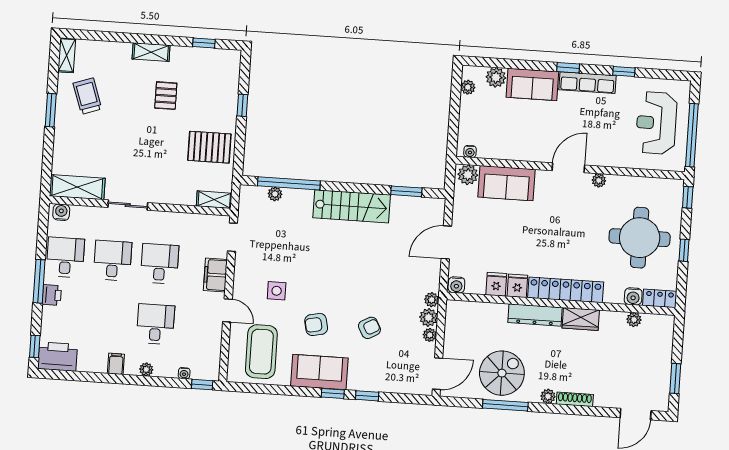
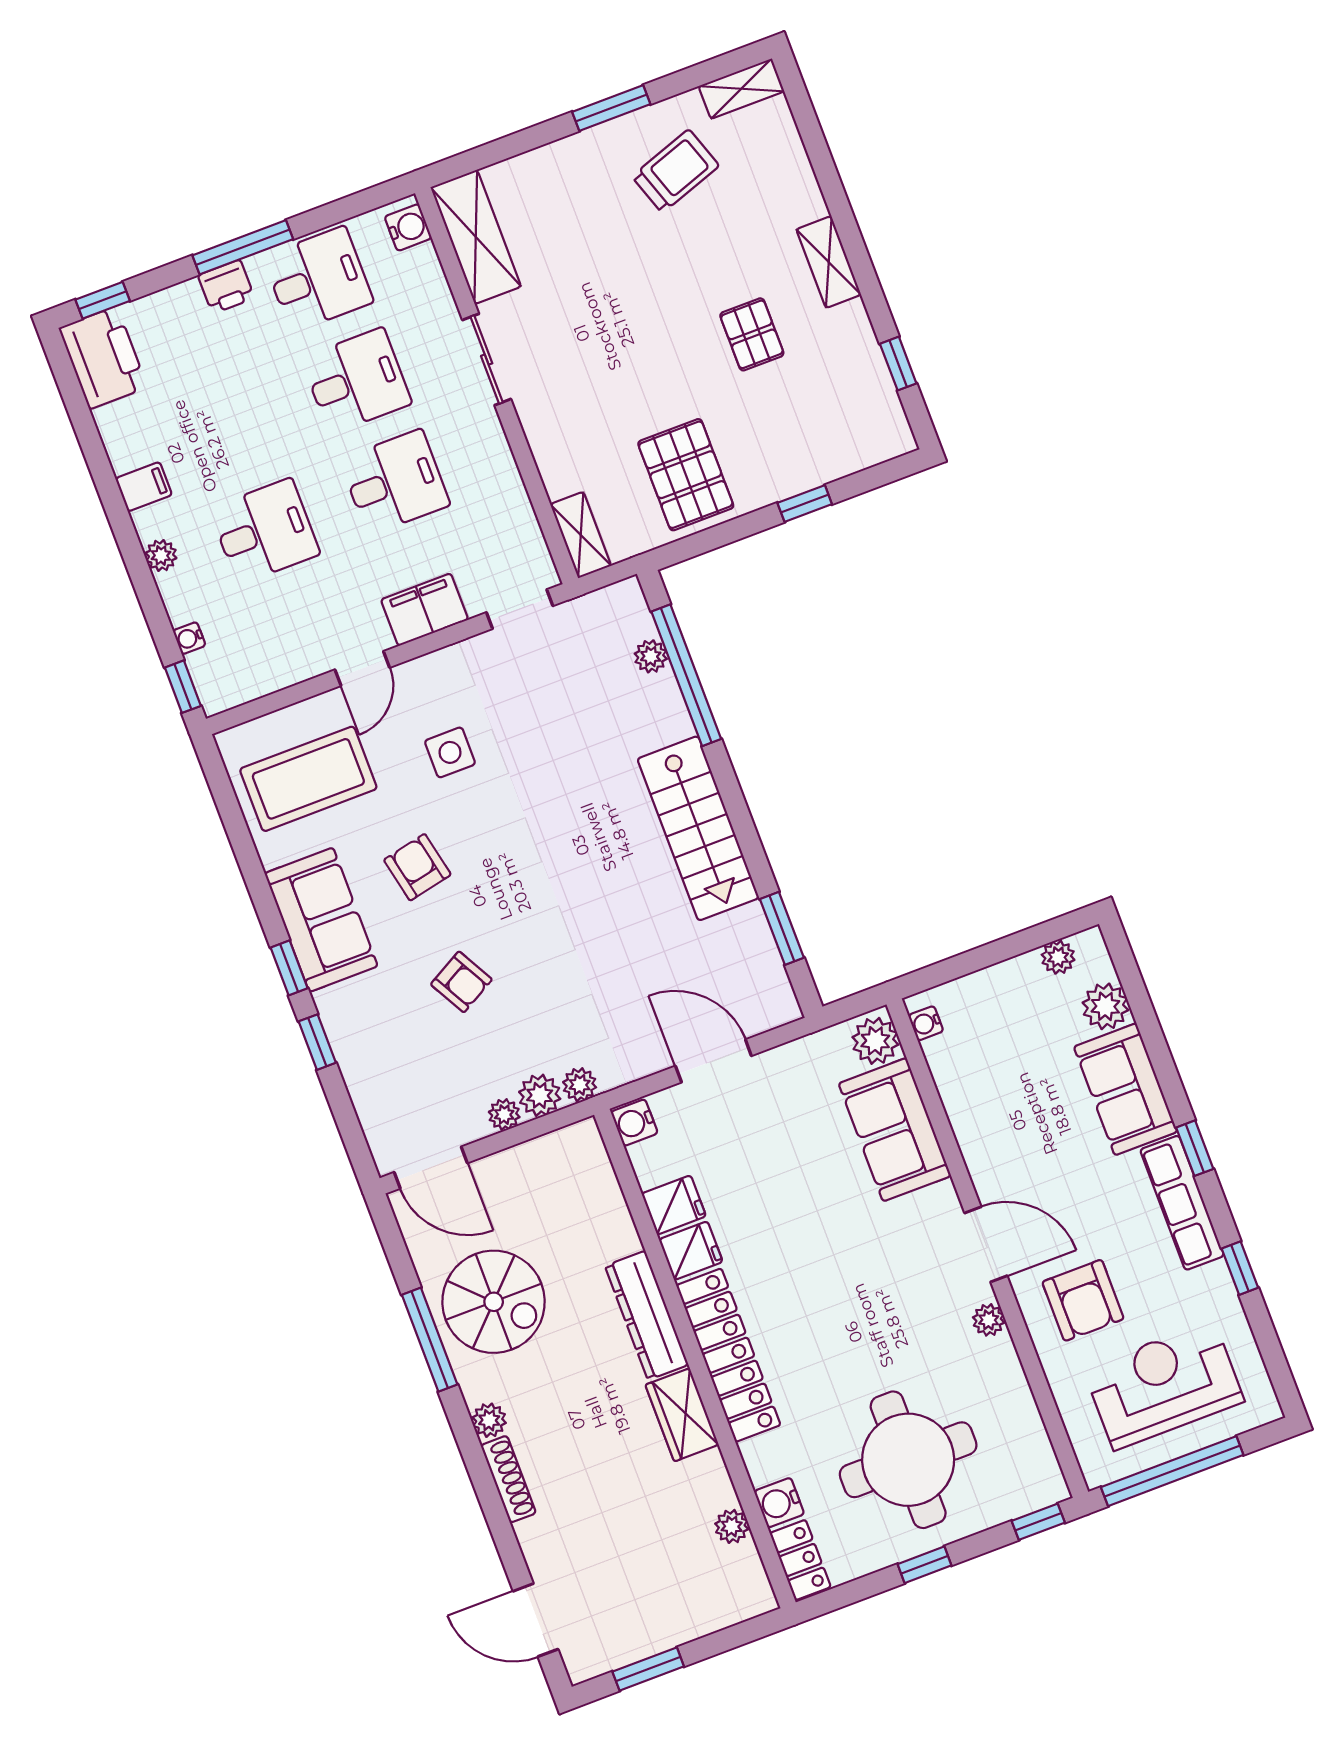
pallet: (166, 96) -> (752, 334), turned 90
armchair: (608, 140) -> (1083, 1300), added

